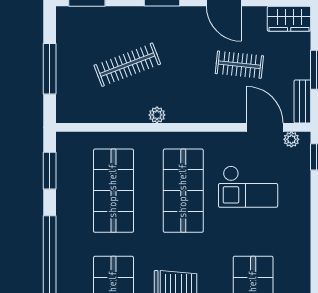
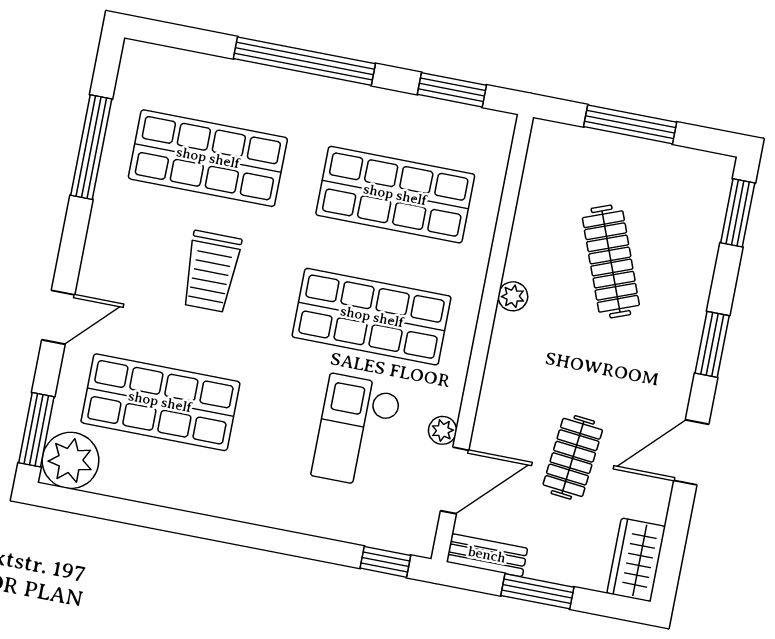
plant: (291, 139) -> (443, 430), moved

